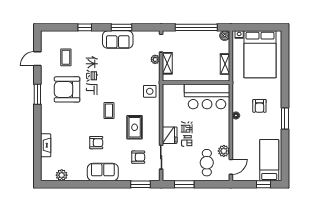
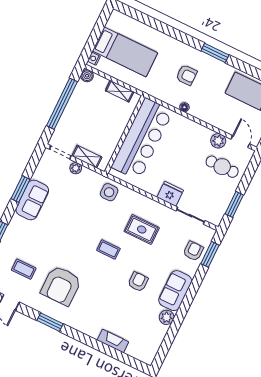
bed: (260, 54) -> (125, 52), width x0.67
bar counter: (207, 96) -> (142, 139), width x1.36
armchair: (138, 157) -> (193, 251), moved
plant: (62, 175) -> (167, 317), moved

